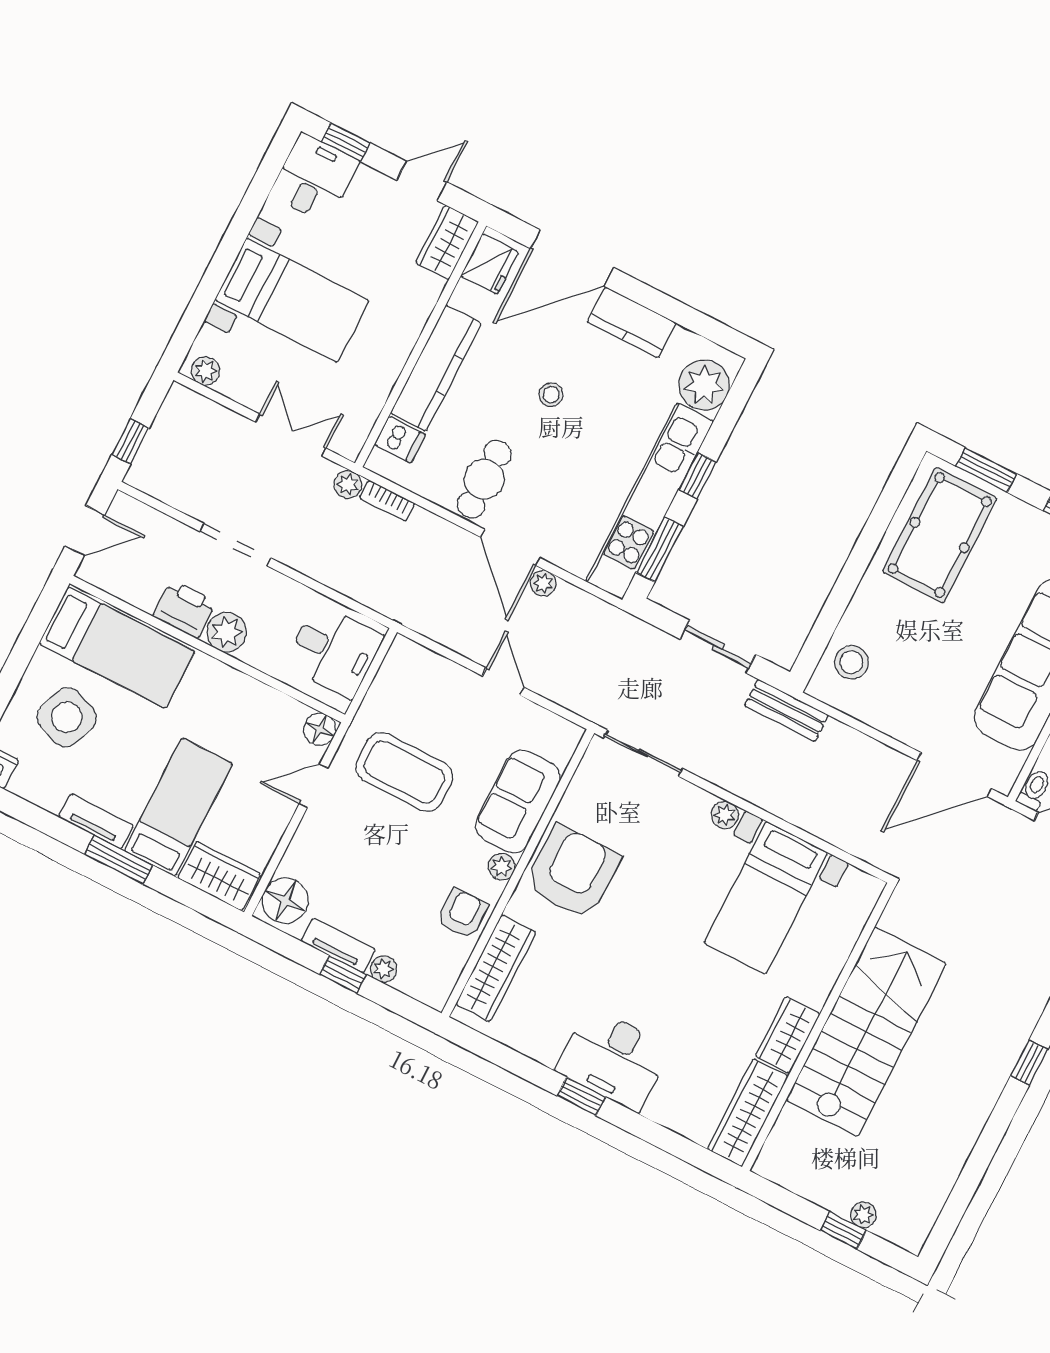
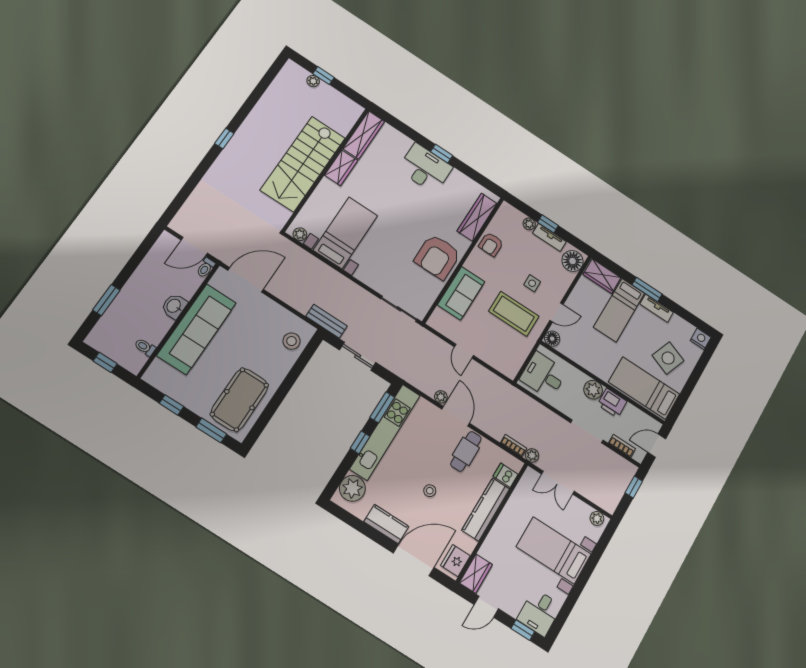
bookcase: (159, 523) -> (622, 446), added
plant: (725, 815) -> (300, 234), moved
side table: (369, 842) -> (532, 283), added
plant: (502, 867) -> (471, 264), removed

